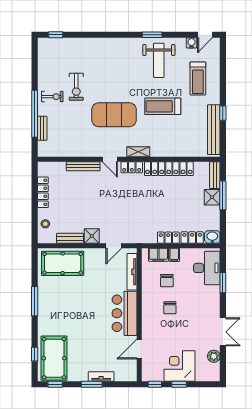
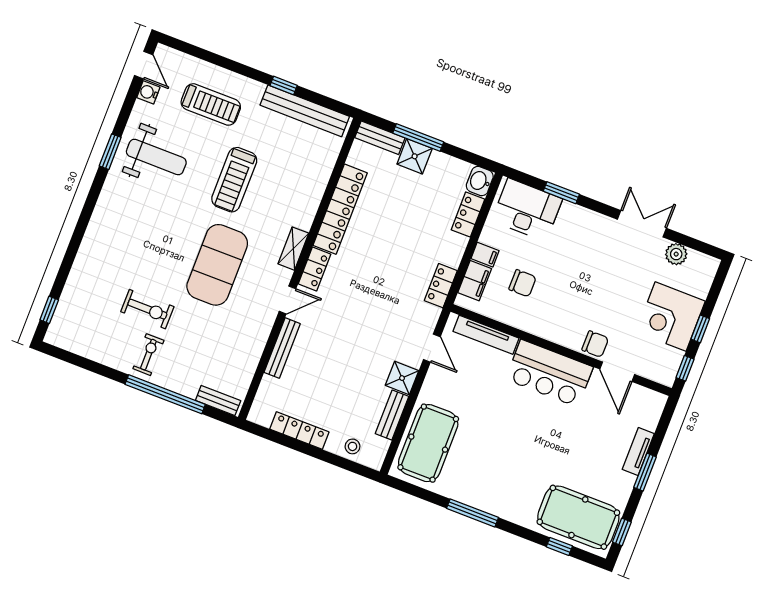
bench: (42, 128) -> (218, 401), moved
locker: (168, 238) -> (441, 286), moved
chair: (170, 308) -> (595, 344), moved

